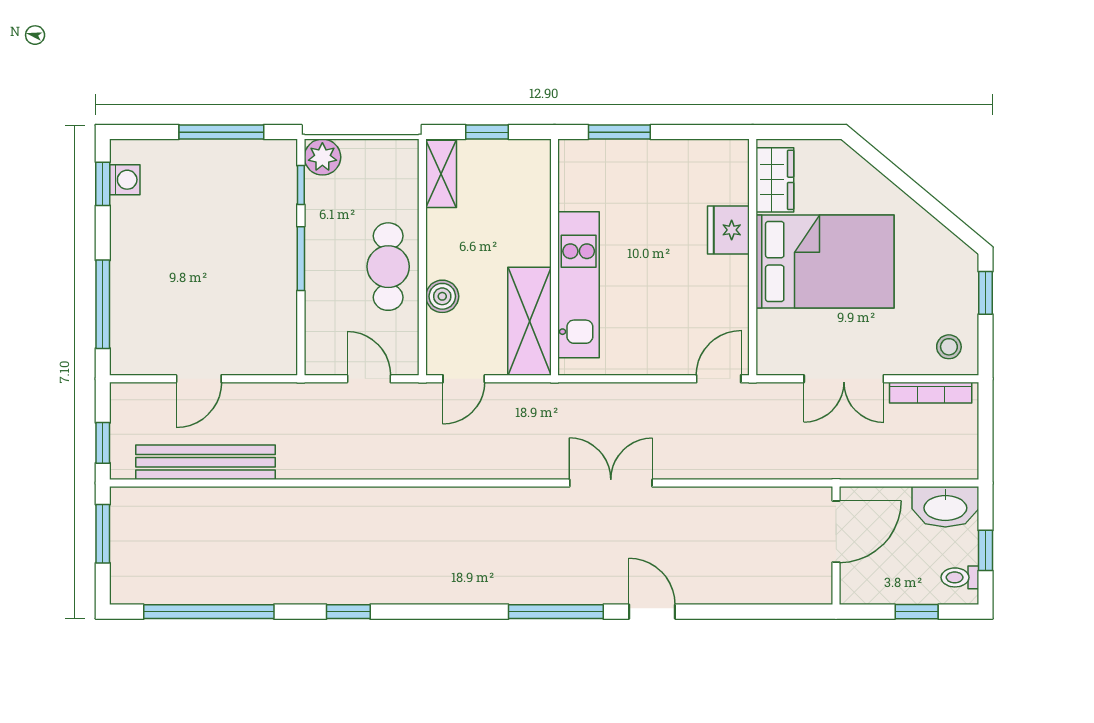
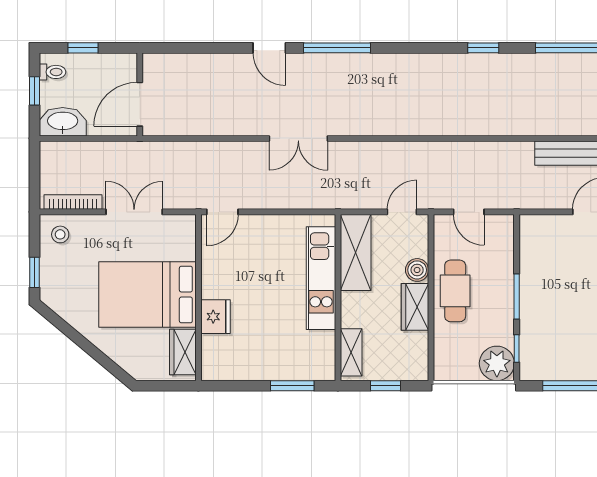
plant: (322, 157) -> (497, 363), width x1.36, depth x1.36
shelving: (441, 174) -> (351, 352), moved
wardrobe: (445, 244) -> (415, 307), added

